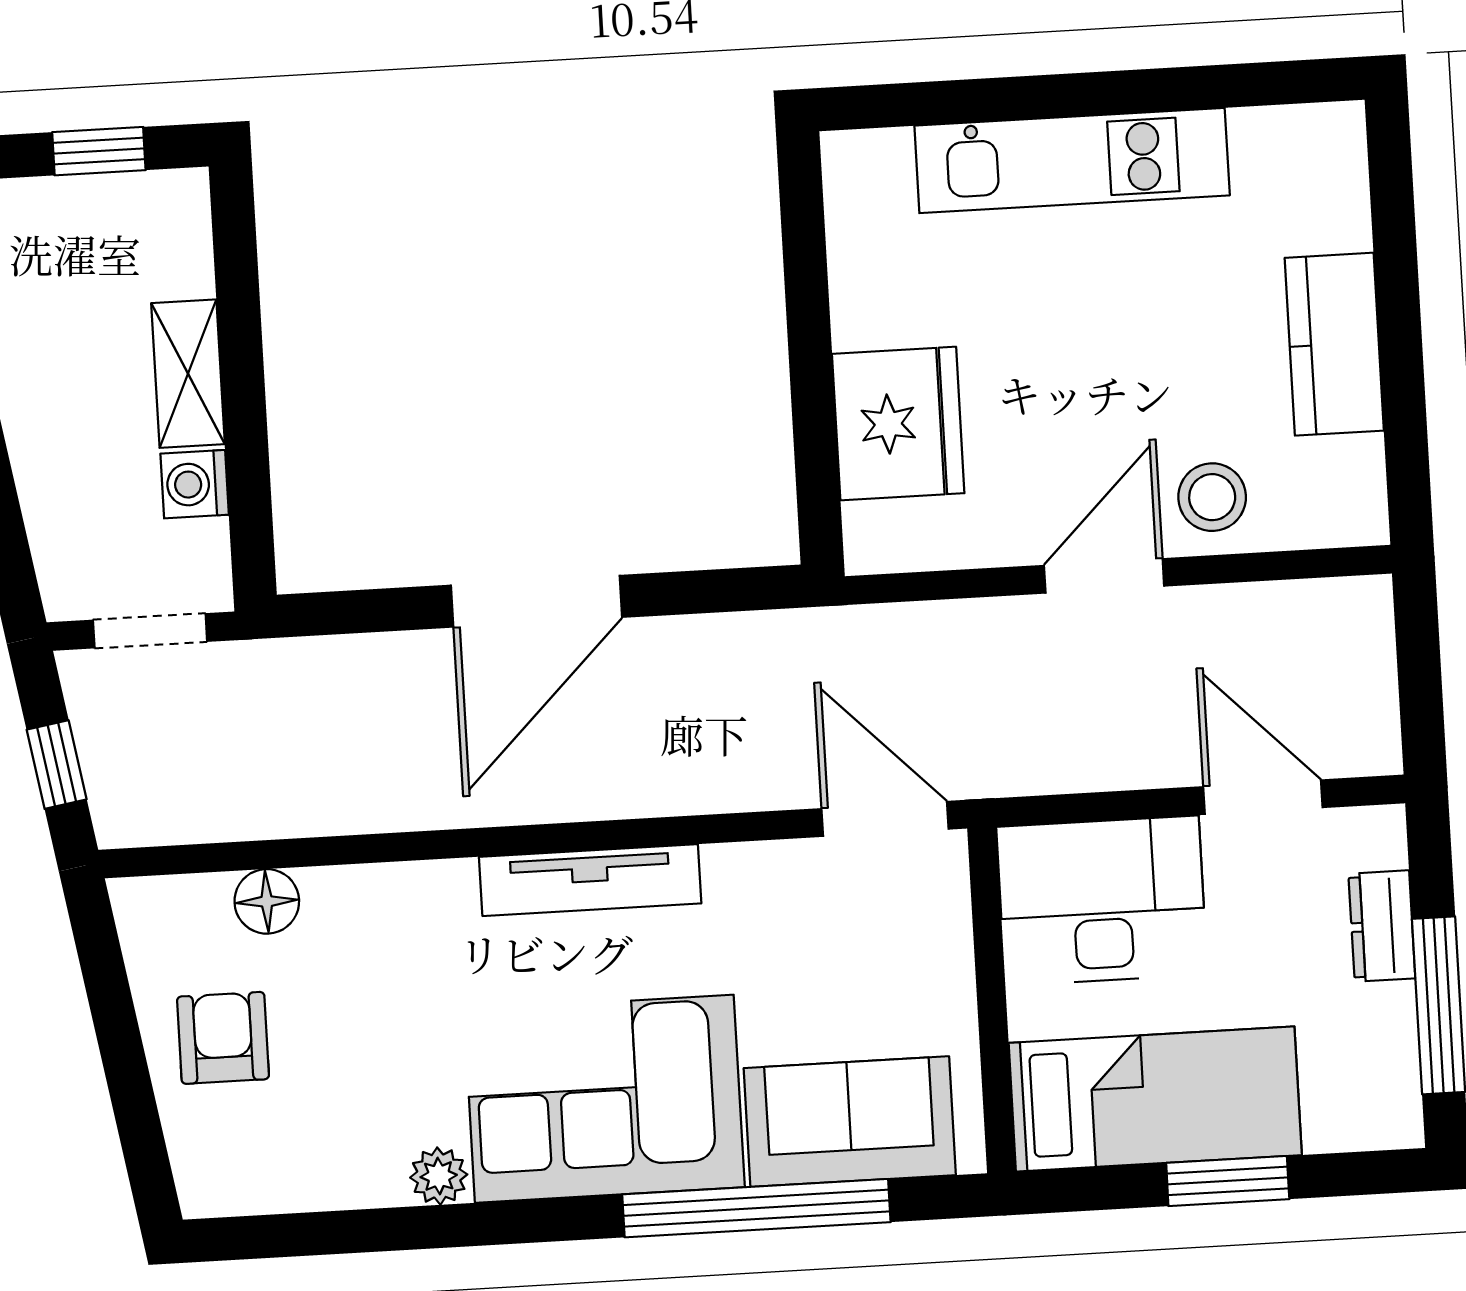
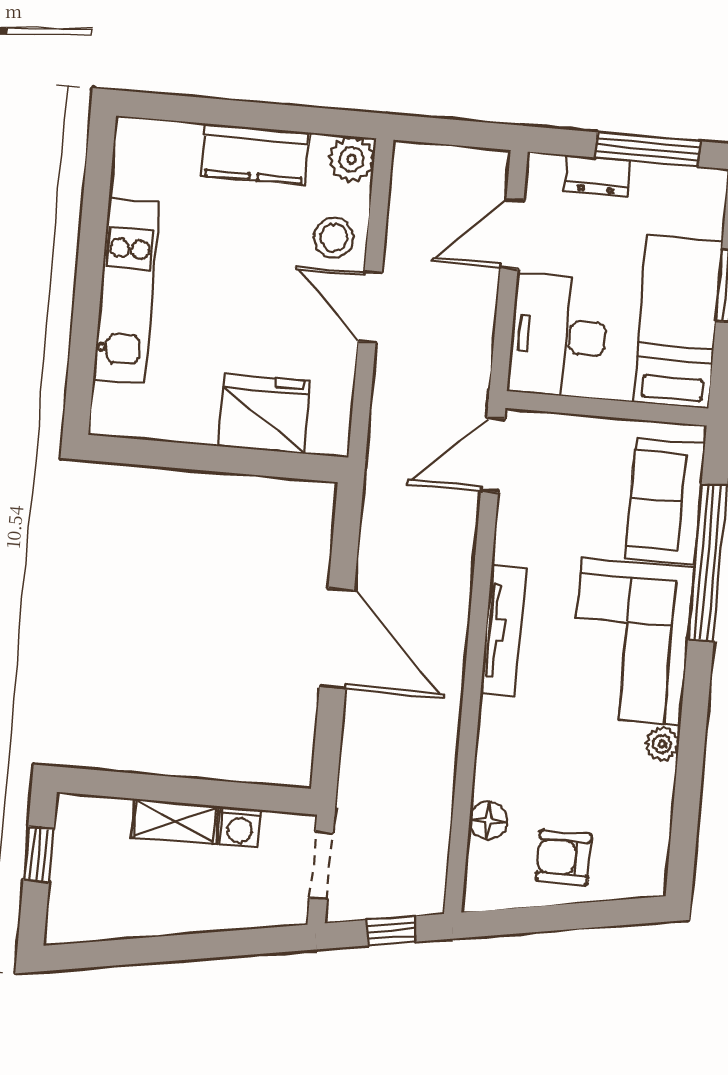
plant: (1349, 508) -> (352, 159), added

